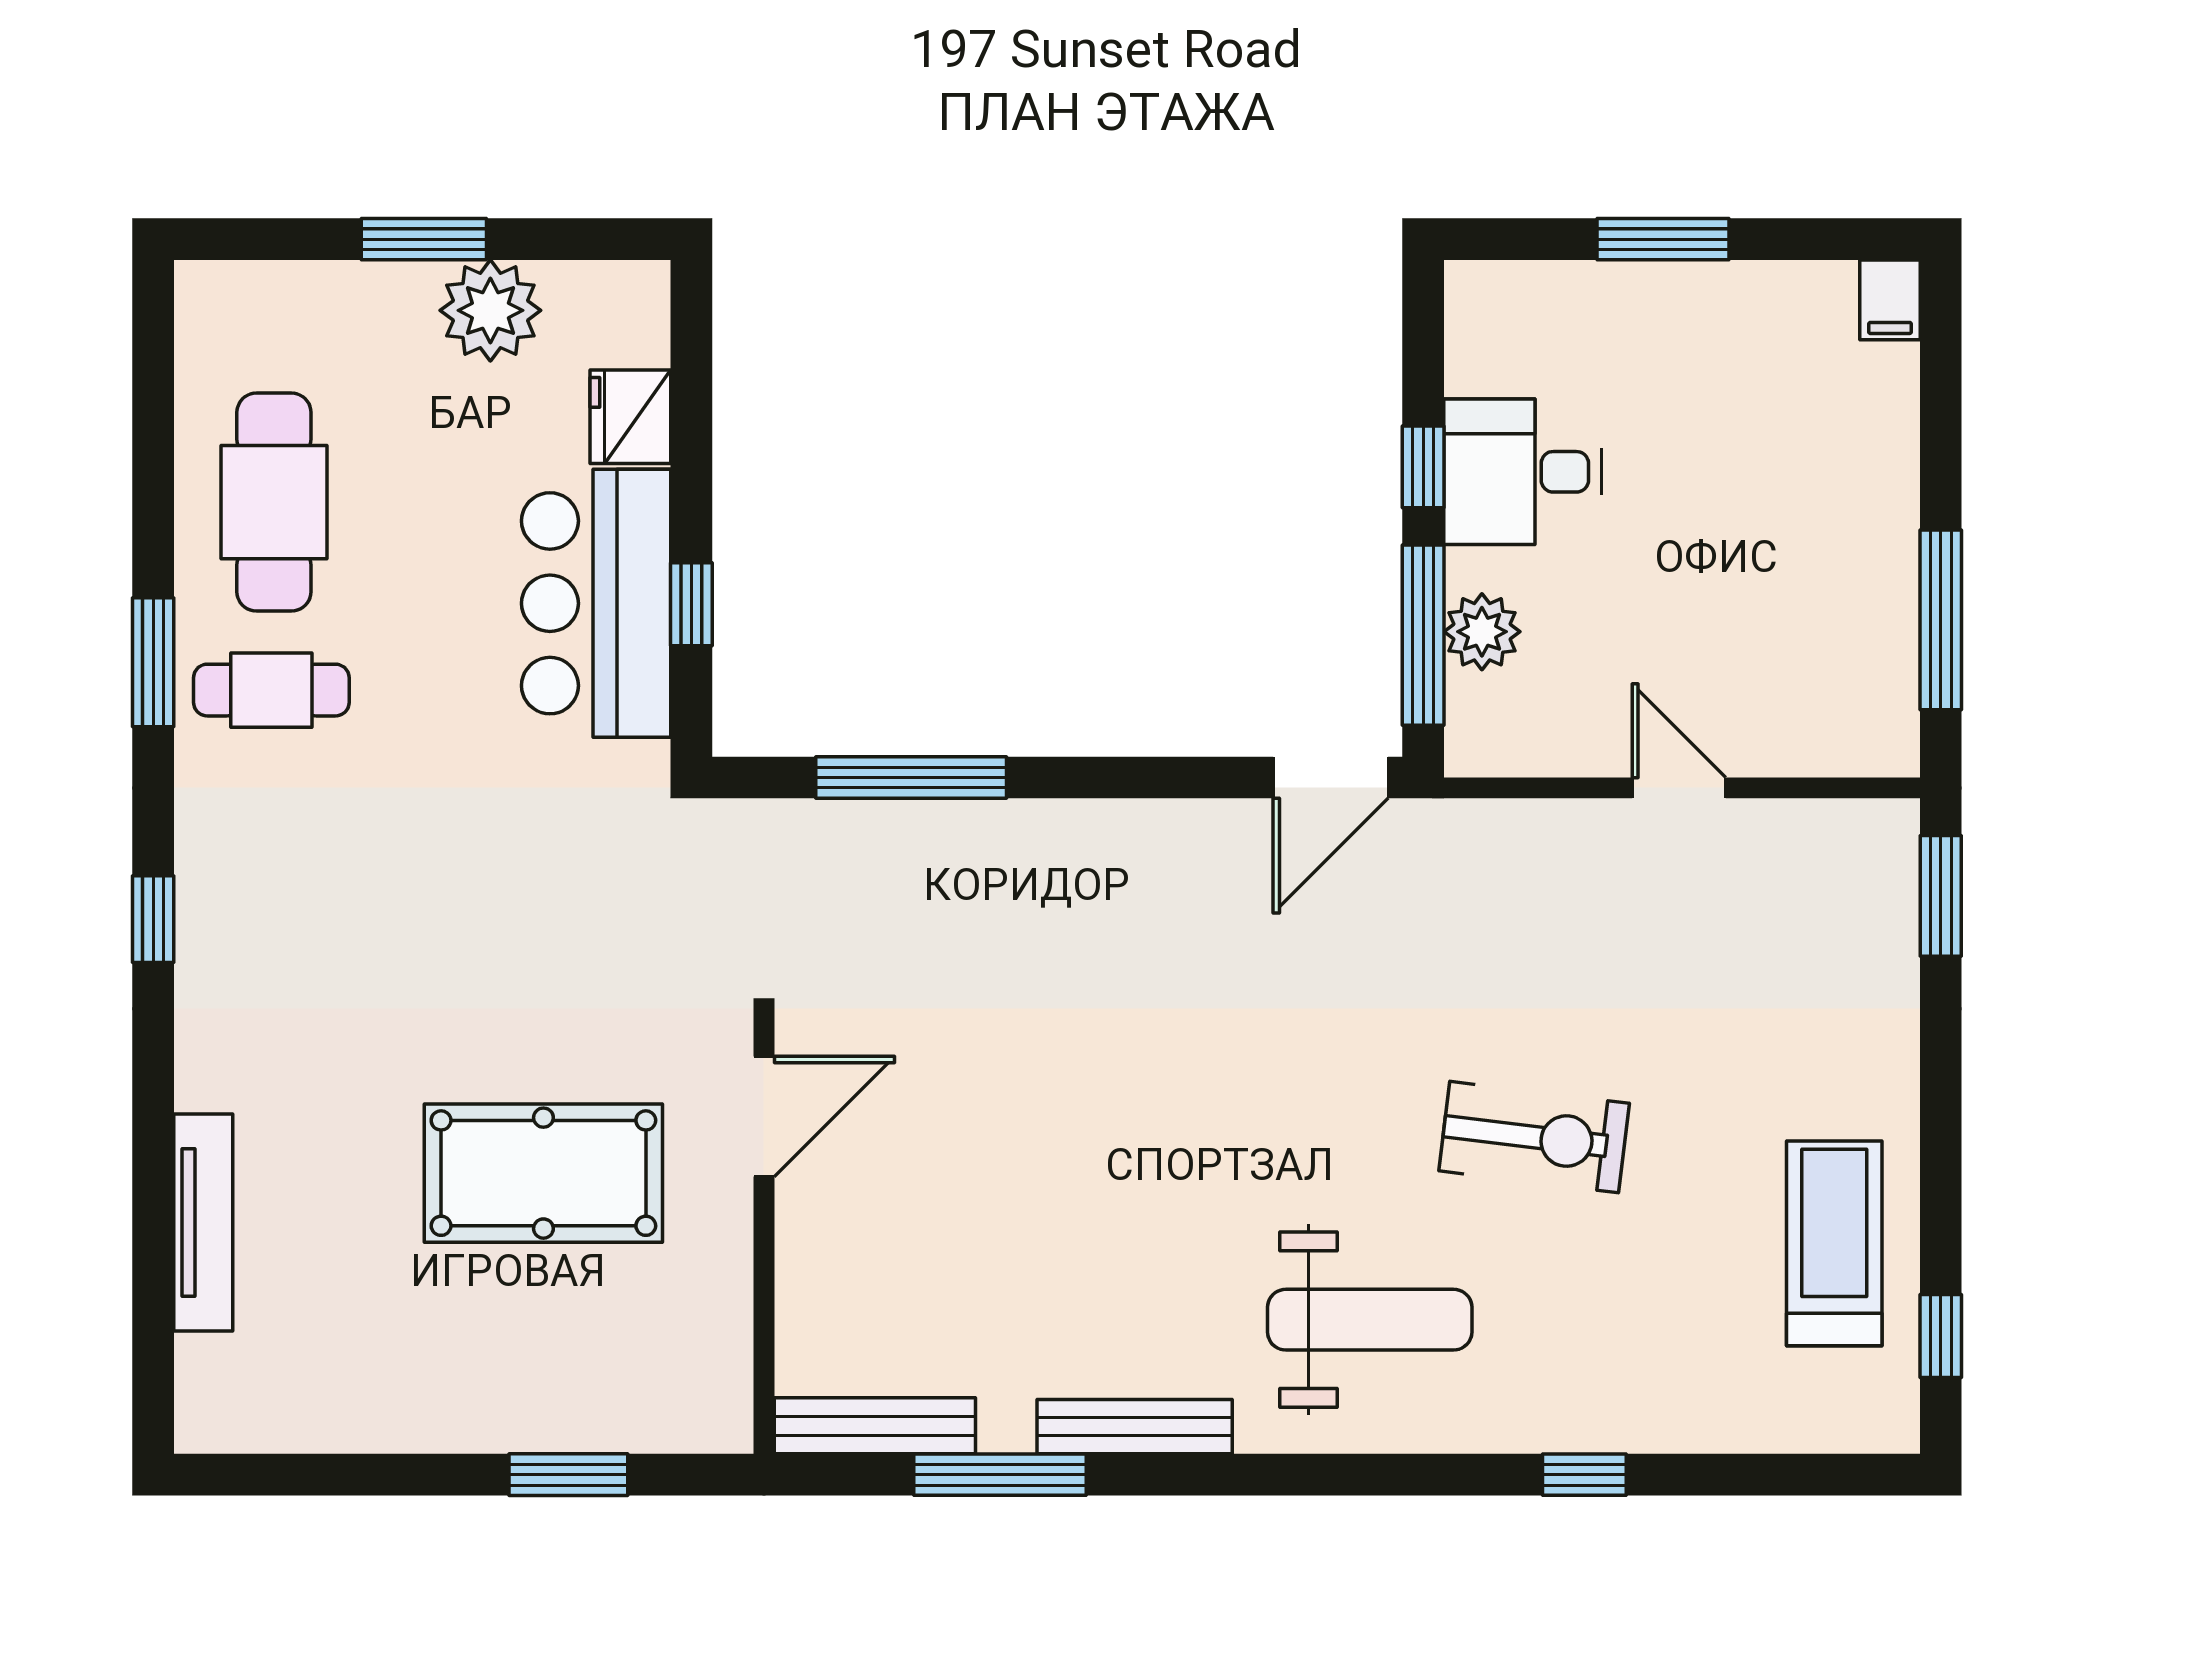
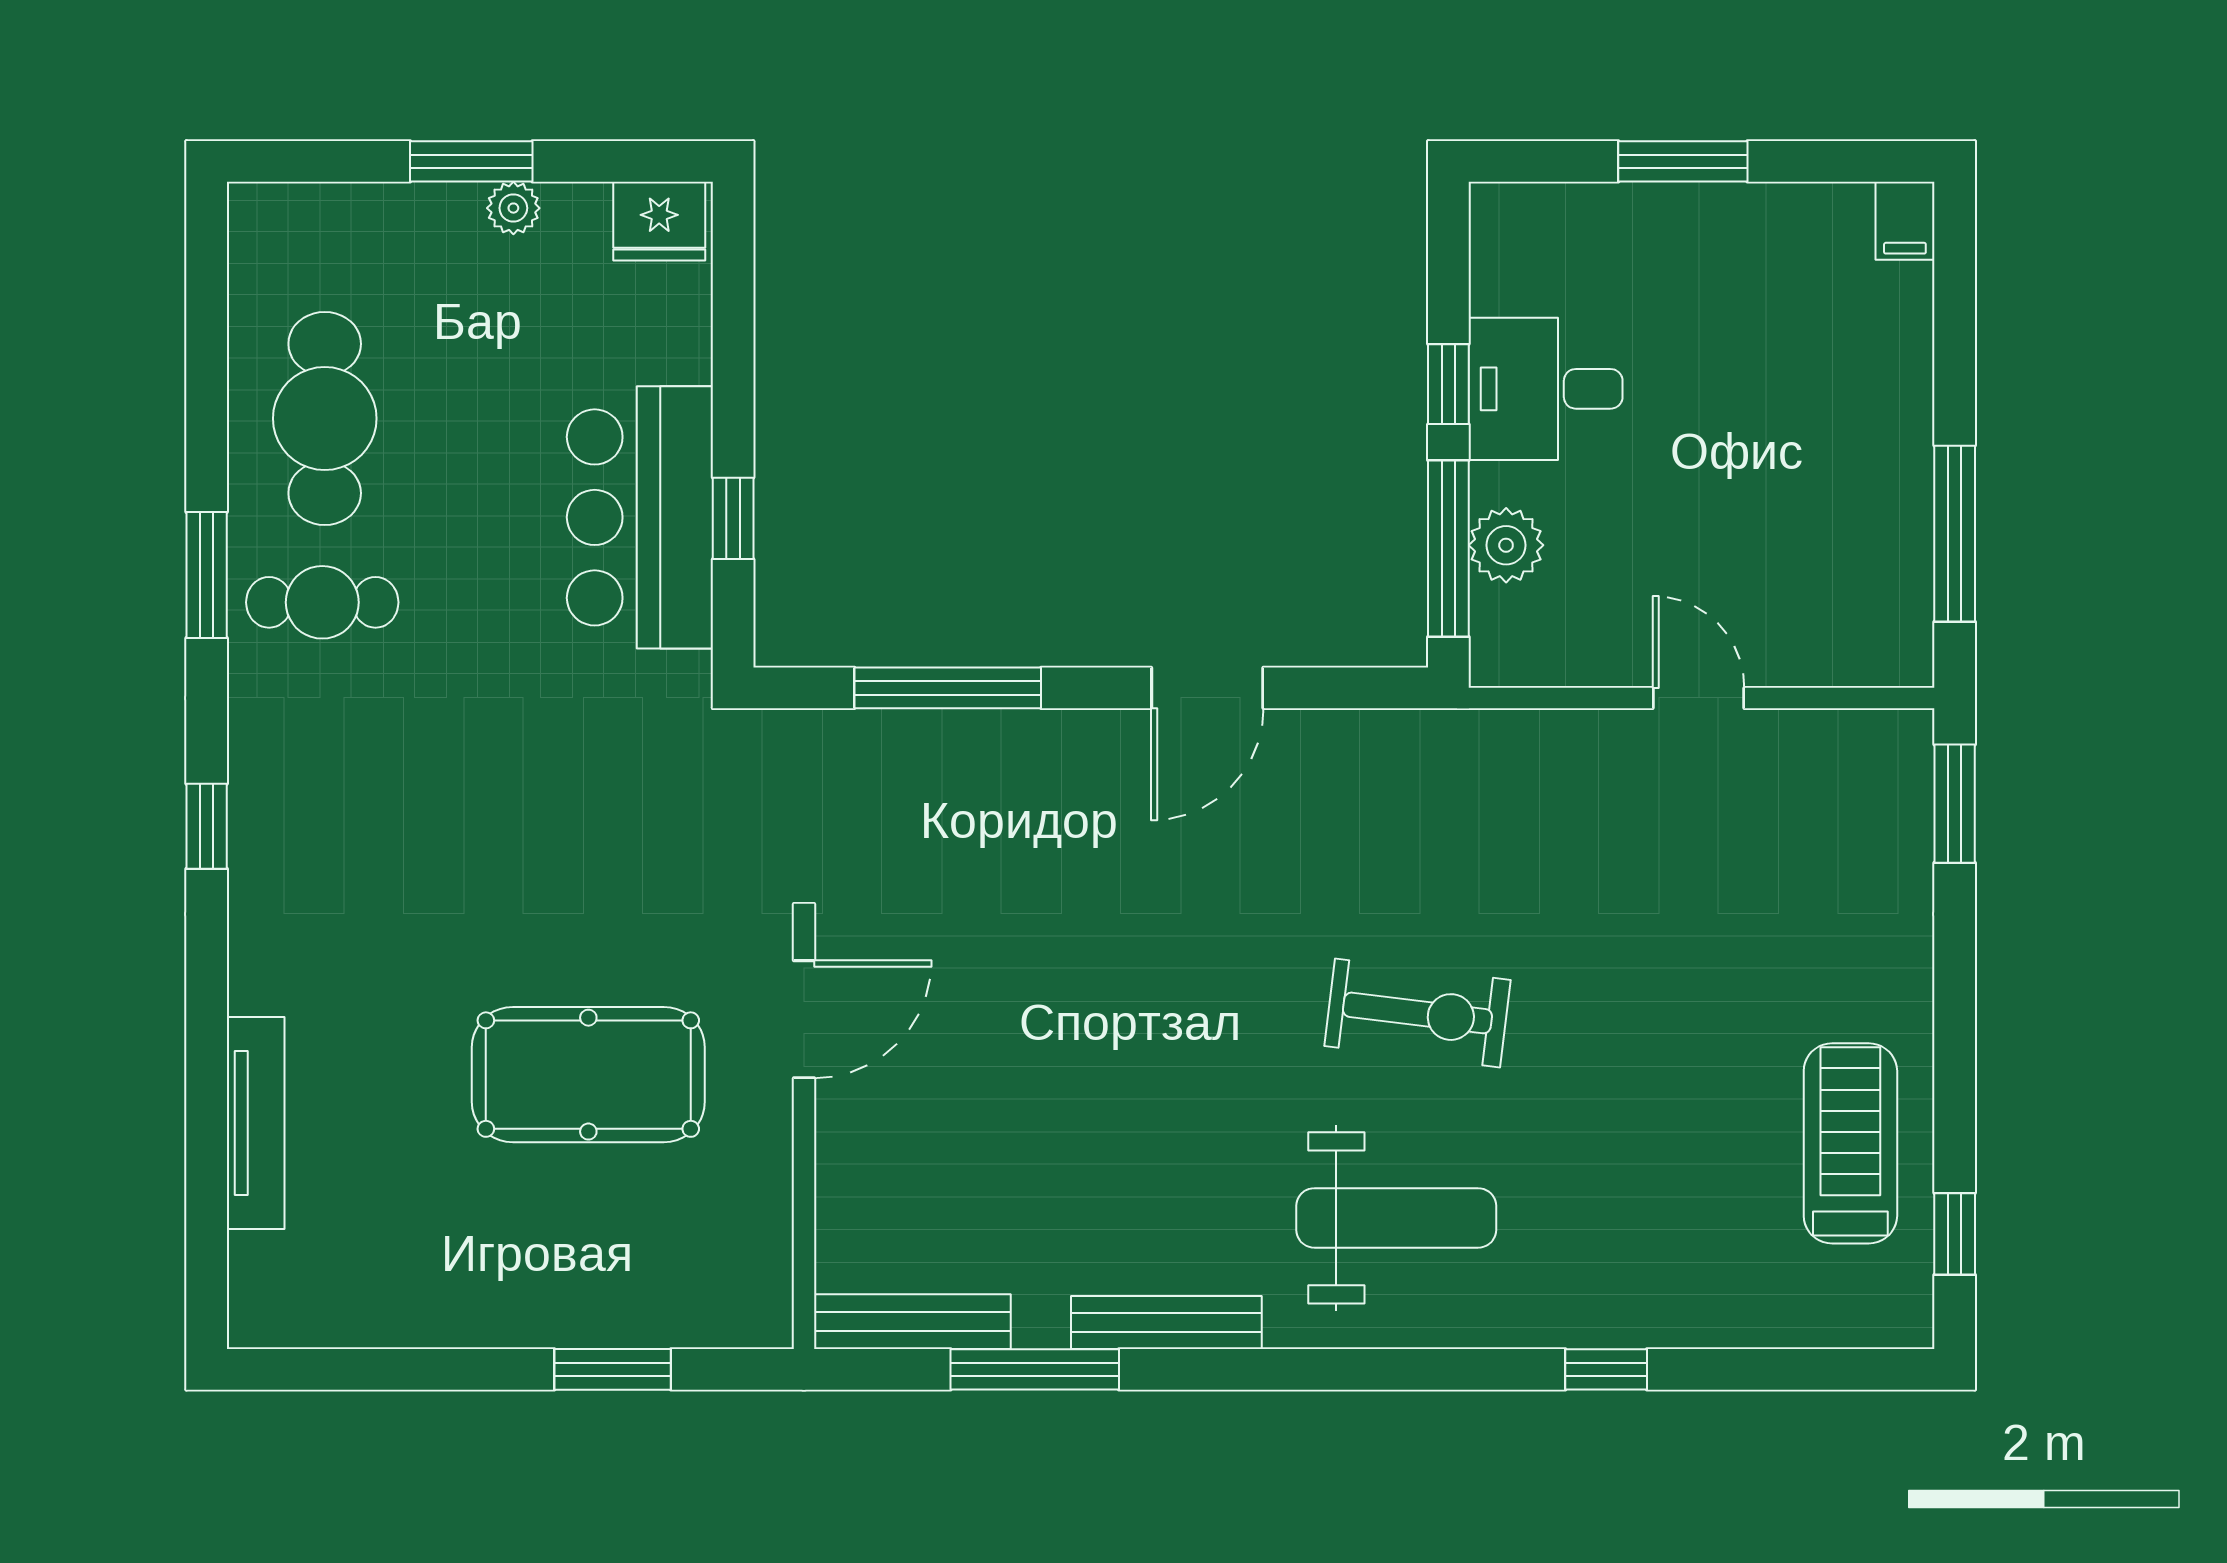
plant: (490, 310) -> (513, 208), width x0.53, depth x0.53
fridge: (630, 417) -> (659, 221), moved, turned -90
door: (1331, 778) -> (1207, 688), moved
exercise bike: (1534, 1137) -> (1417, 1013), moved

